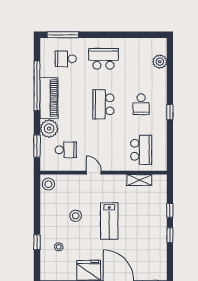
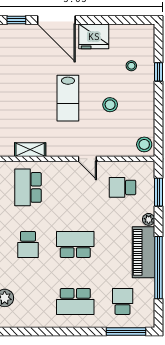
school desk: (66, 59) -> (123, 301), turned -90
school desk: (103, 104) -> (75, 244), turned -90
school desk: (141, 104) -> (28, 244), turned 180
plant: (49, 128) -> (149, 219), width x0.53, depth x0.53
lab bench: (109, 221) -> (68, 98), turned 180

